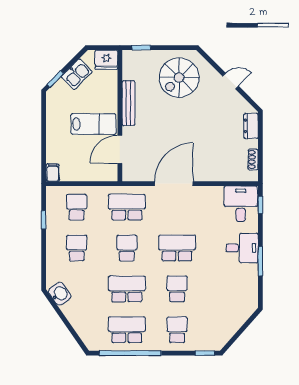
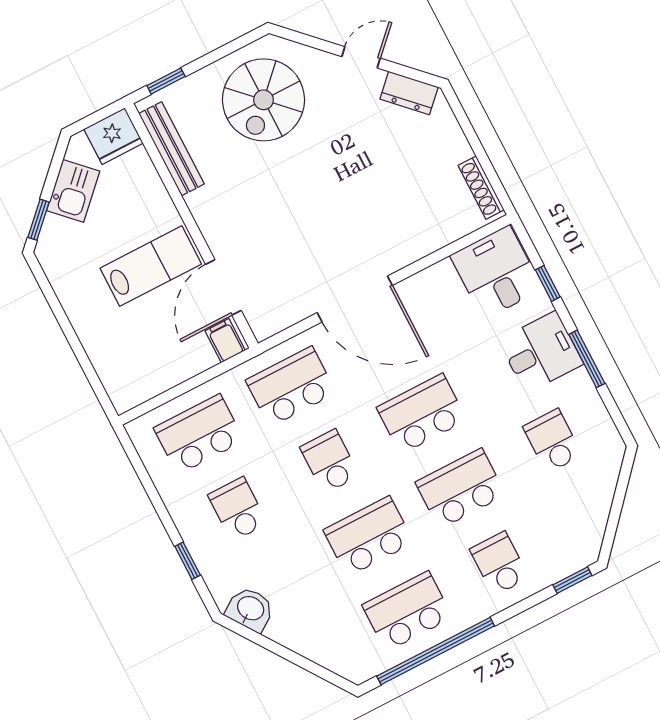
bench: (129, 103) -> (171, 149), moved
dresser: (251, 126) -> (409, 93), moved, turned -45
shoe rack: (253, 159) -> (481, 188), width x1.43
filing cabinet: (53, 173) -> (225, 341), moved
door: (174, 184) -> (355, 299), swing flipped
window: (260, 205) -> (548, 283), moved
school desk: (77, 207) -> (199, 434), width x1.85
window: (44, 220) -> (188, 561), moved
school desk: (177, 289) -> (461, 489), width x1.85
school desk: (227, 289) -> (553, 441), added

